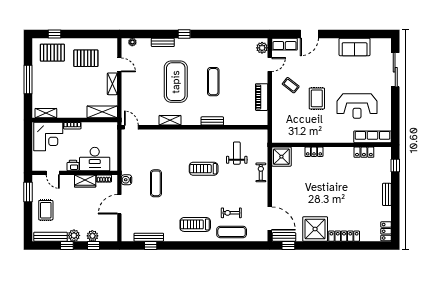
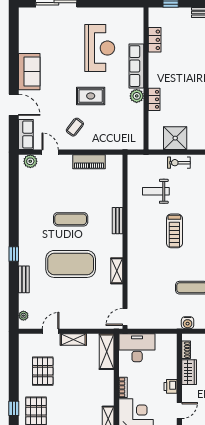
sofa: (355, 47) -> (29, 72), moved
plant: (317, 137) -> (137, 96), added
row of seats: (373, 137) -> (136, 66), moved
shower: (281, 157) -> (175, 138), moved
desk: (95, 159) -> (137, 348), moved, turned -90

